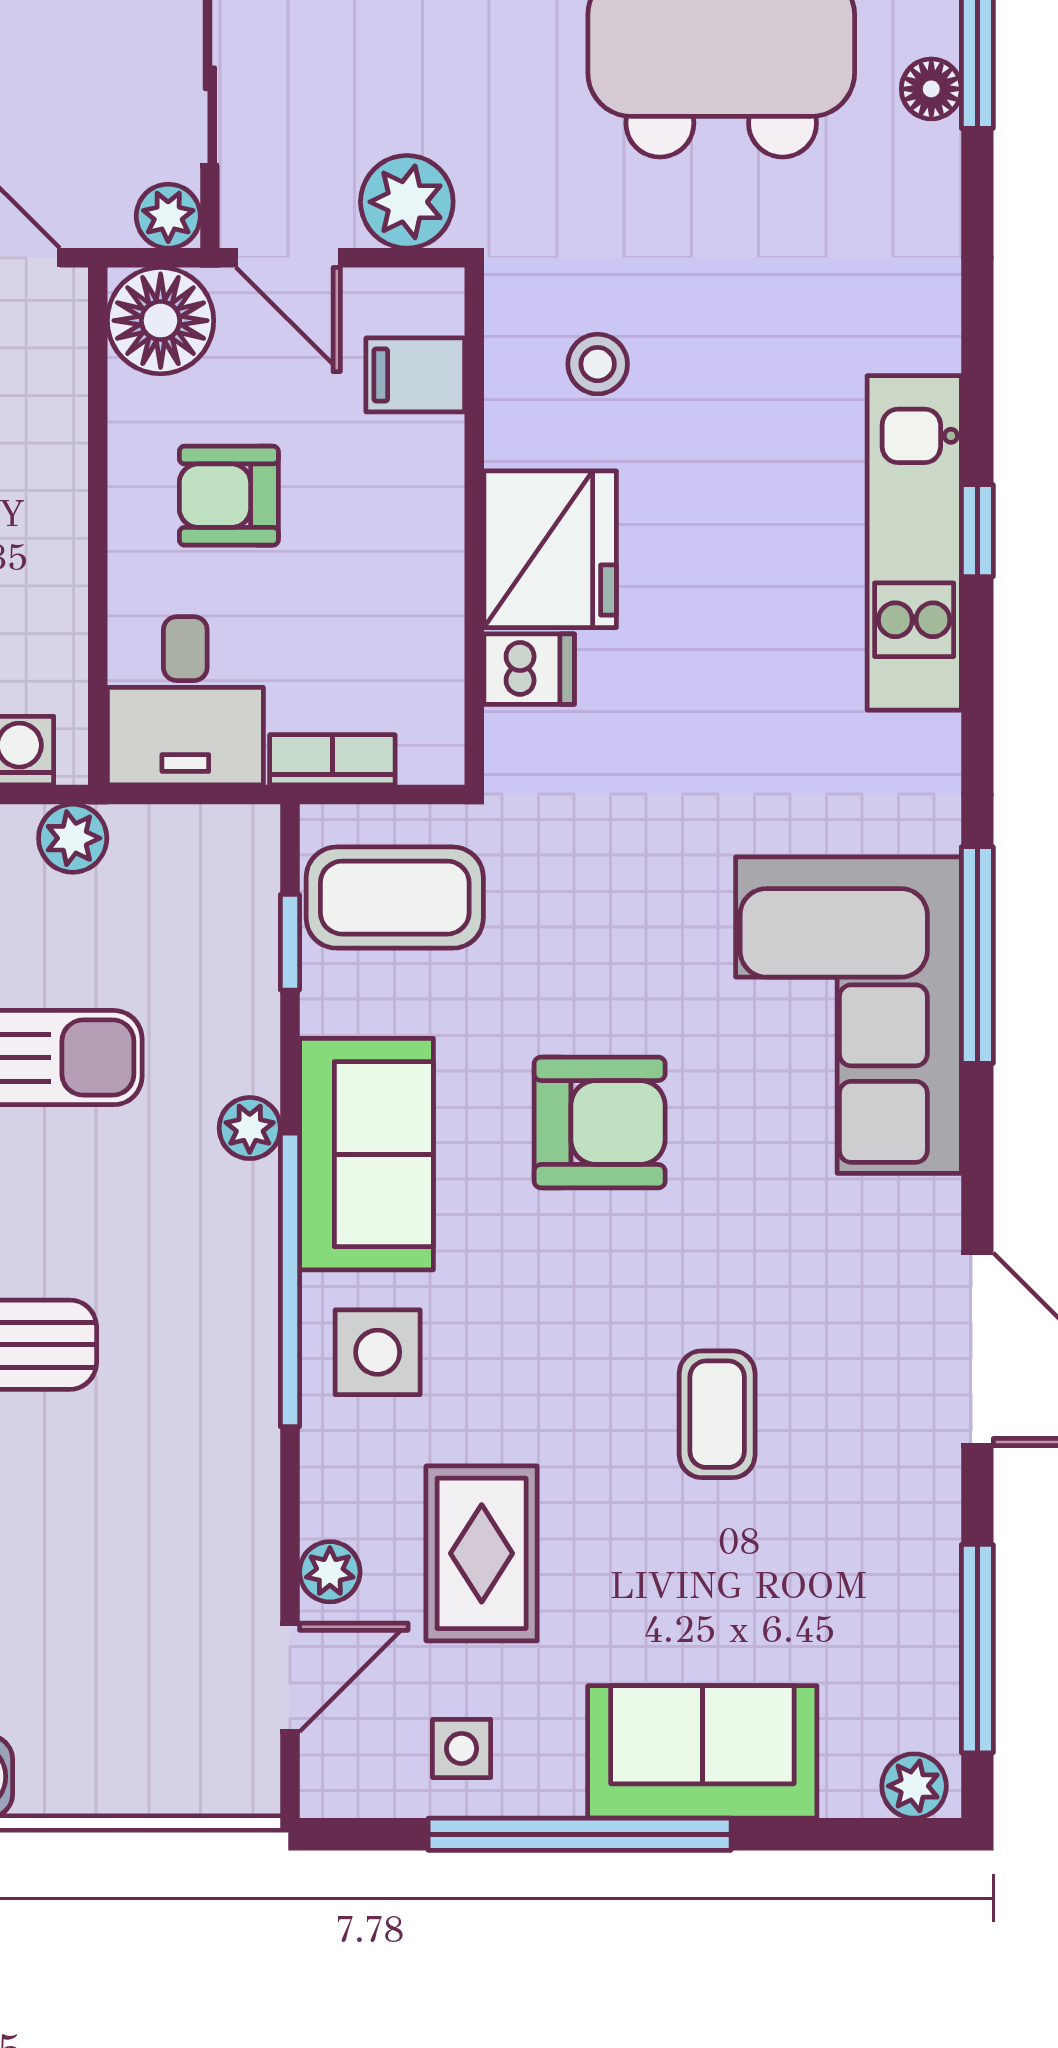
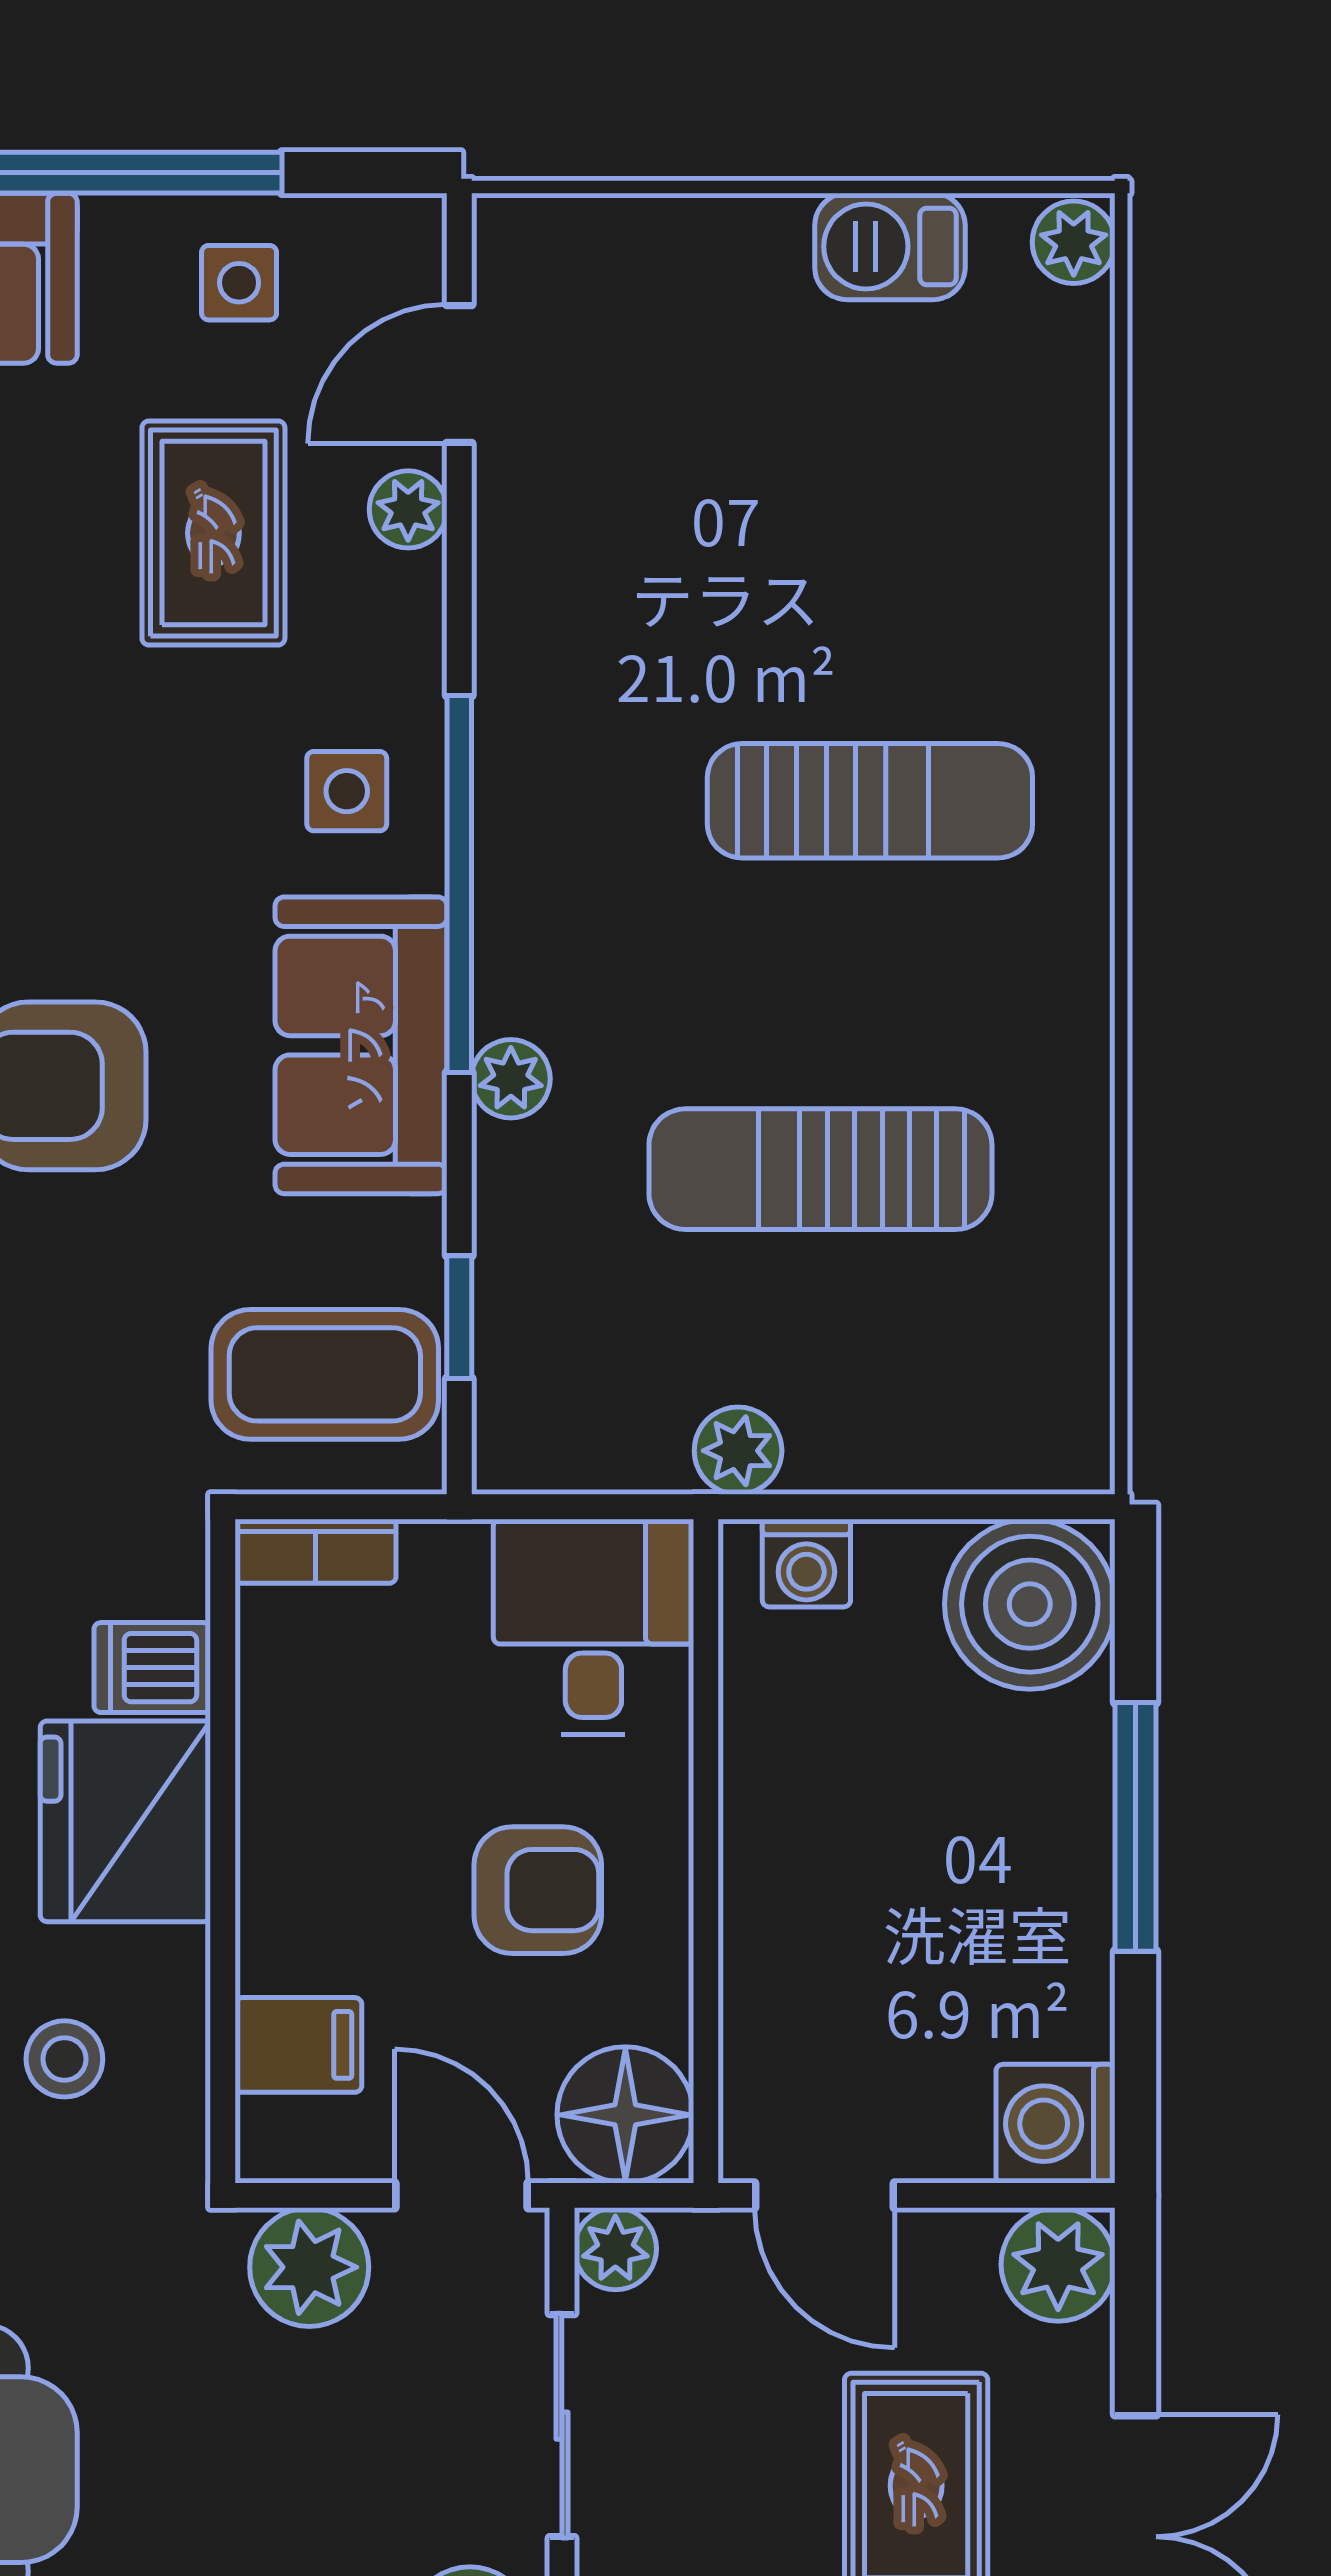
bookcase: (332, 760) -> (316, 1551), moved
side table: (378, 1352) -> (347, 791), width x0.73, depth x0.73

